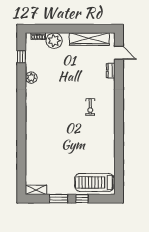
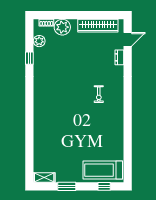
door: (119, 53) -> (128, 39), hinge flipped
window: (21, 57) -> (29, 58), moved
plant: (31, 78) -> (39, 41), moved
window: (82, 199) -> (104, 186), moved

